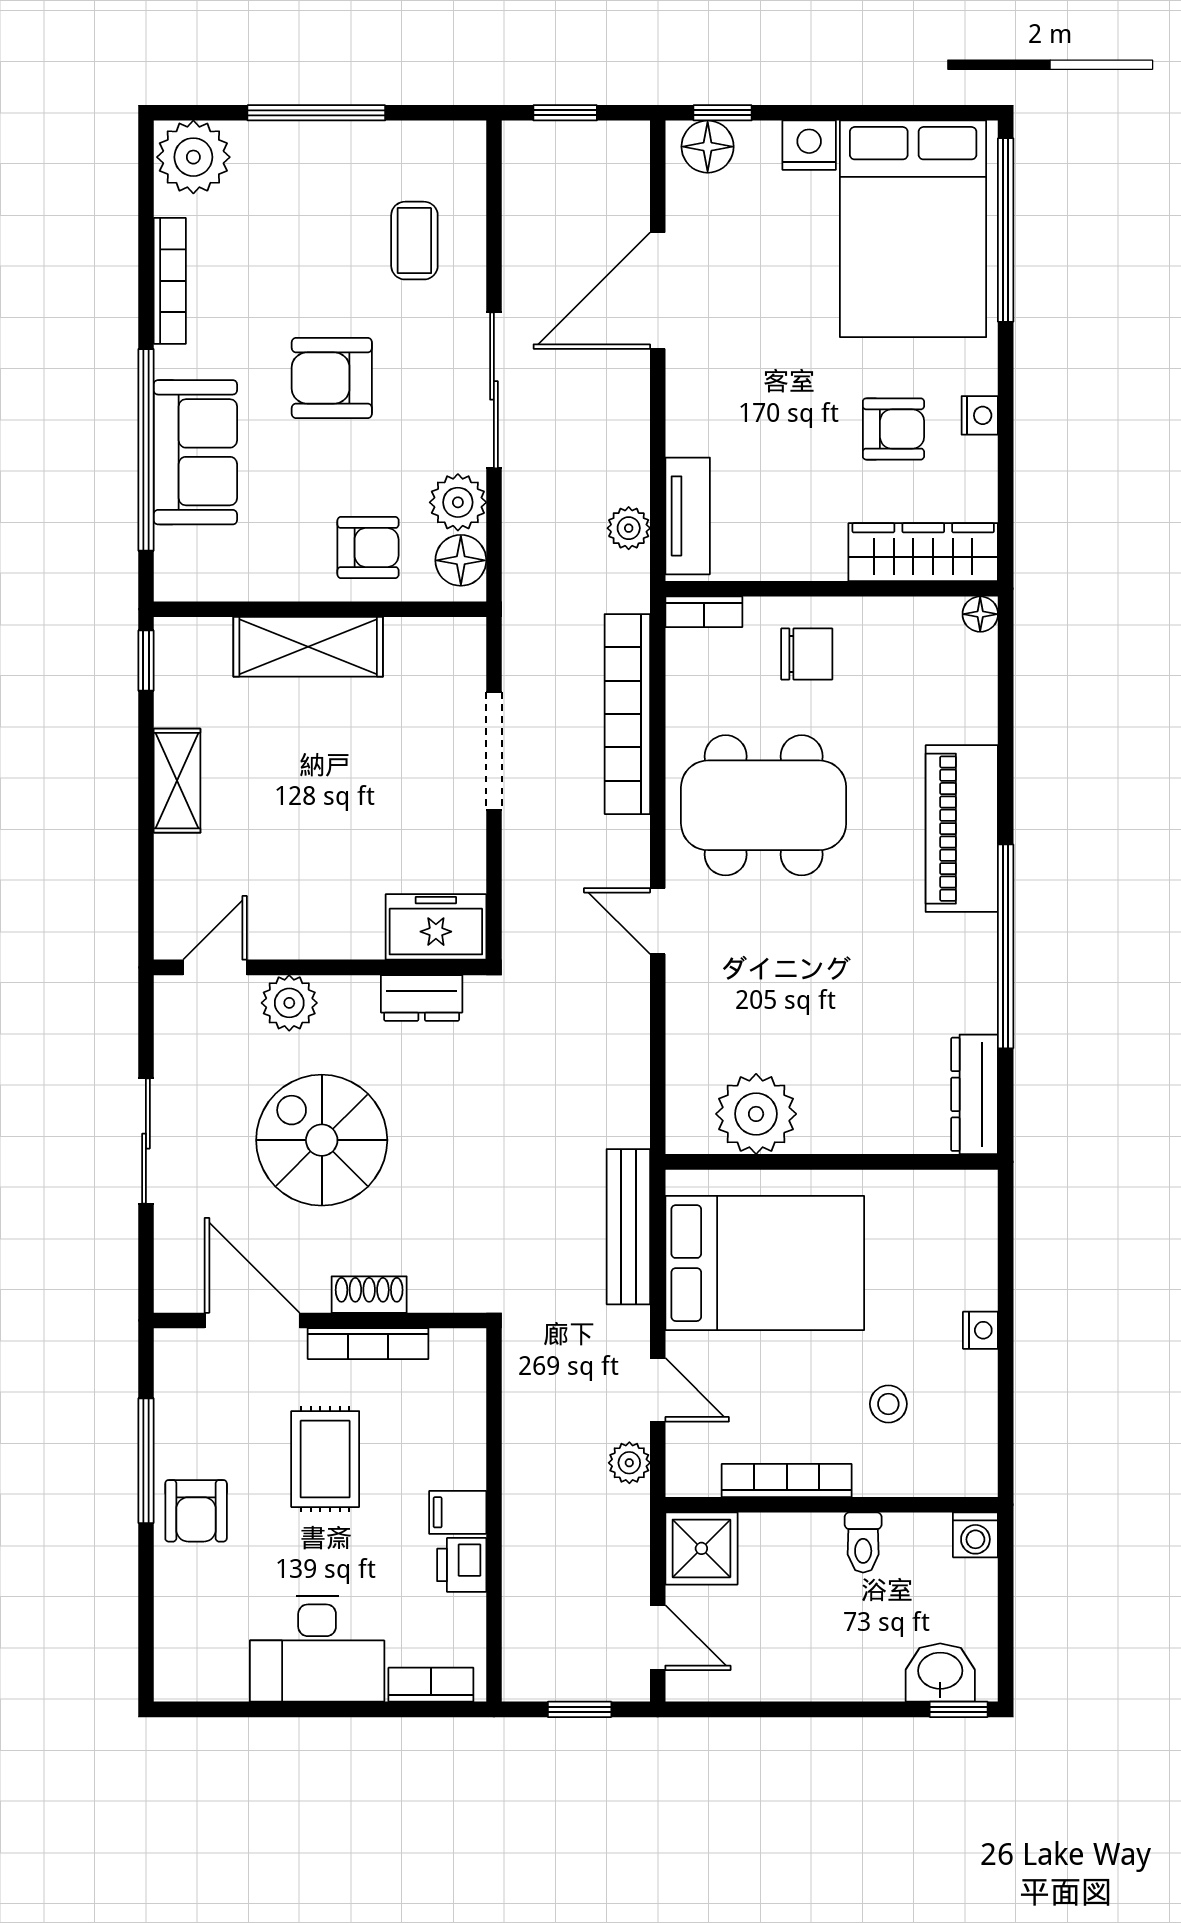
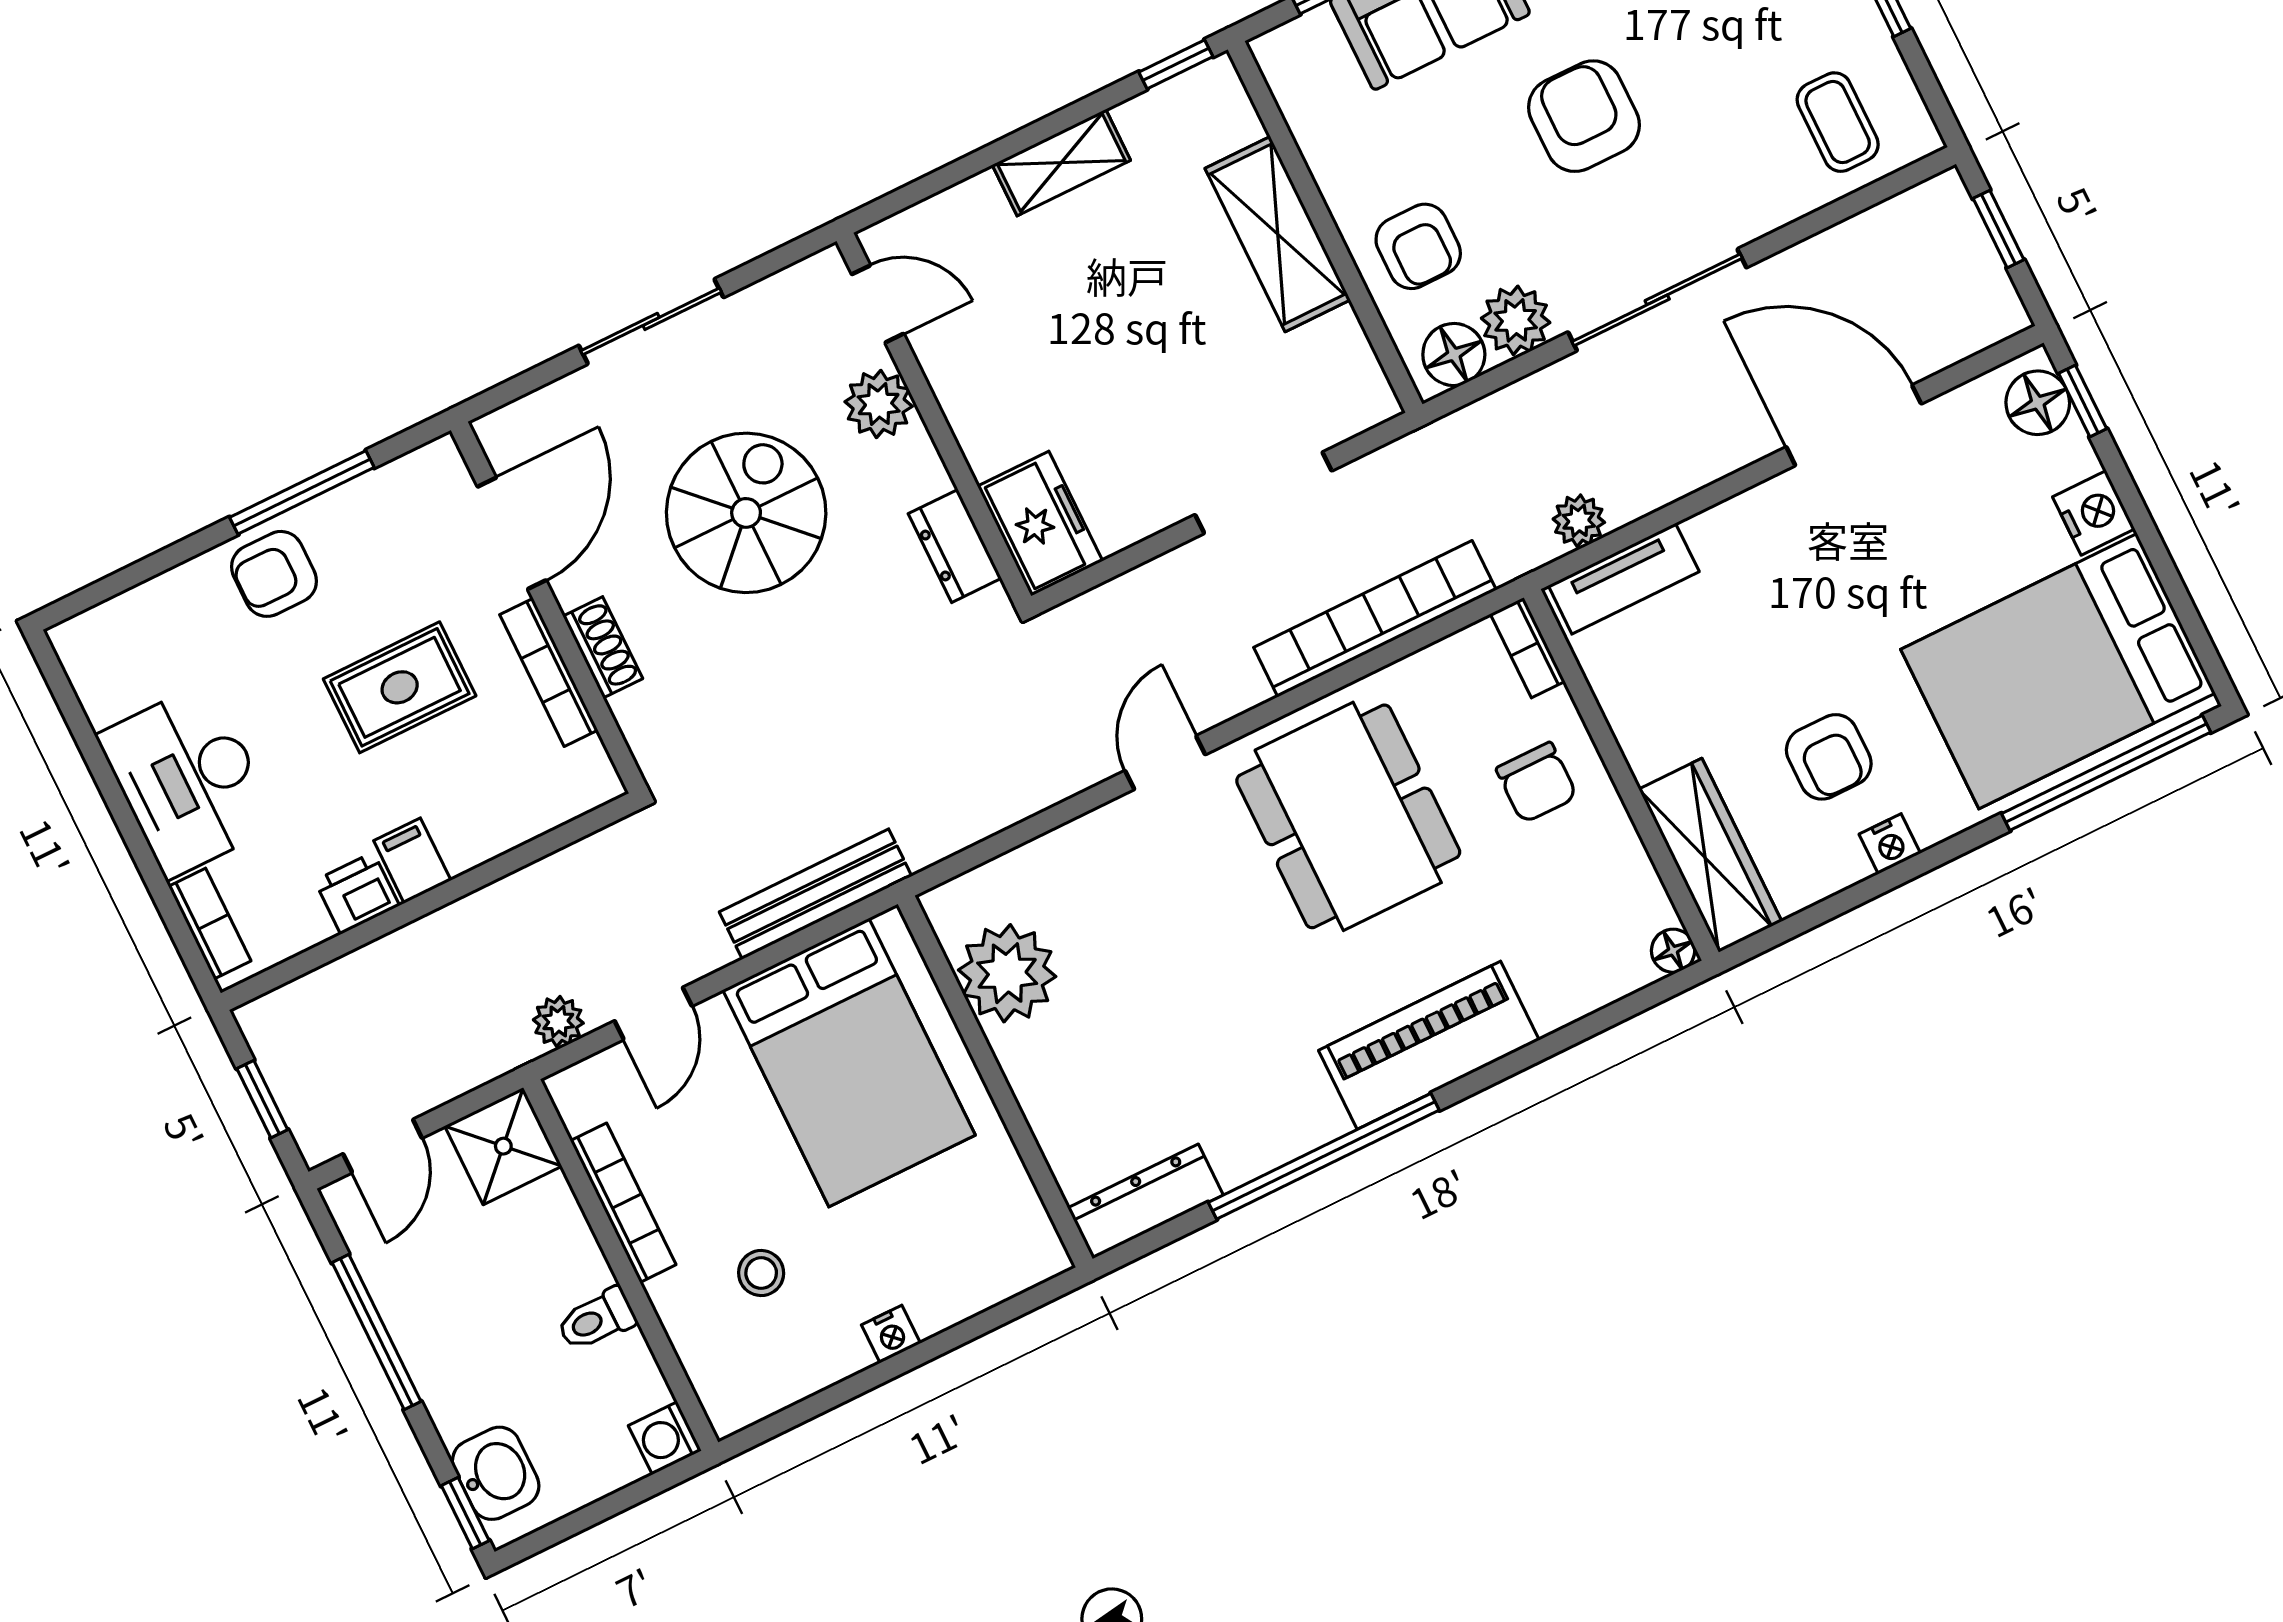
coffee table: (414, 241) -> (1838, 122), moved, turned 90
window: (793, 1709) -> (376, 1332), added

